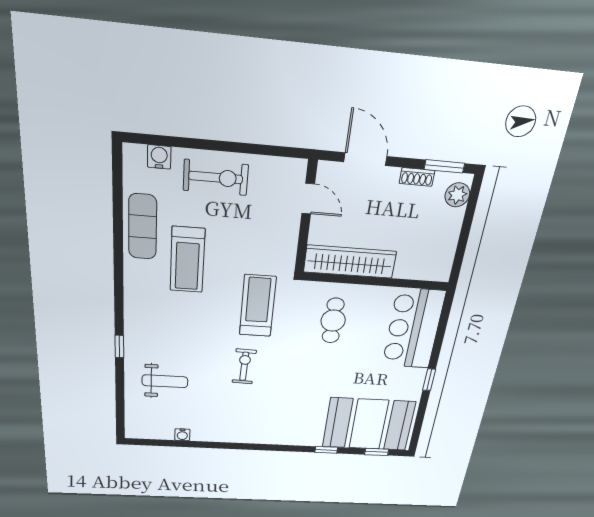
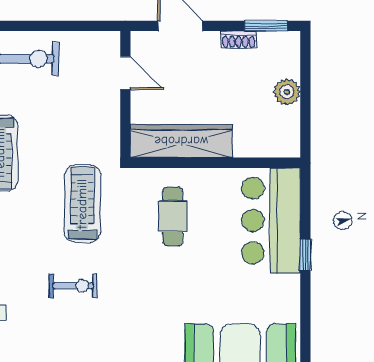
plant: (457, 195) -> (287, 92), moved
exercise bike: (244, 366) -> (73, 286), turned 88
window: (429, 380) -> (305, 255), moved

